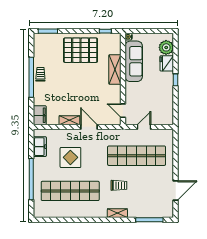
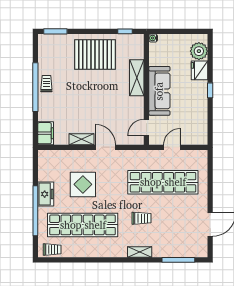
sofa: (134, 61) -> (159, 91), moved
door: (123, 111) -> (146, 128), hinge flipped
freezer: (40, 147) -> (46, 194), moved
trolley: (45, 211) -> (52, 249), added

